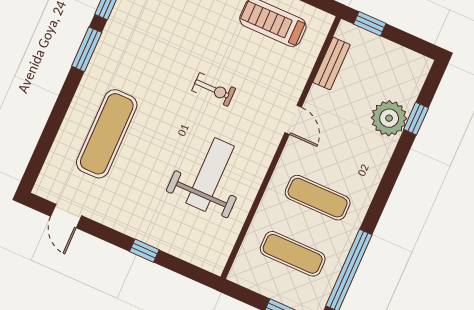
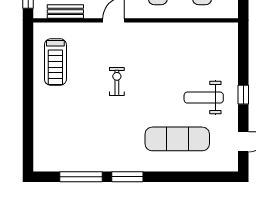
weight bench: (210, 175) -> (204, 98), moved, width x0.73, depth x0.75
window: (144, 251) -> (243, 95), moved

